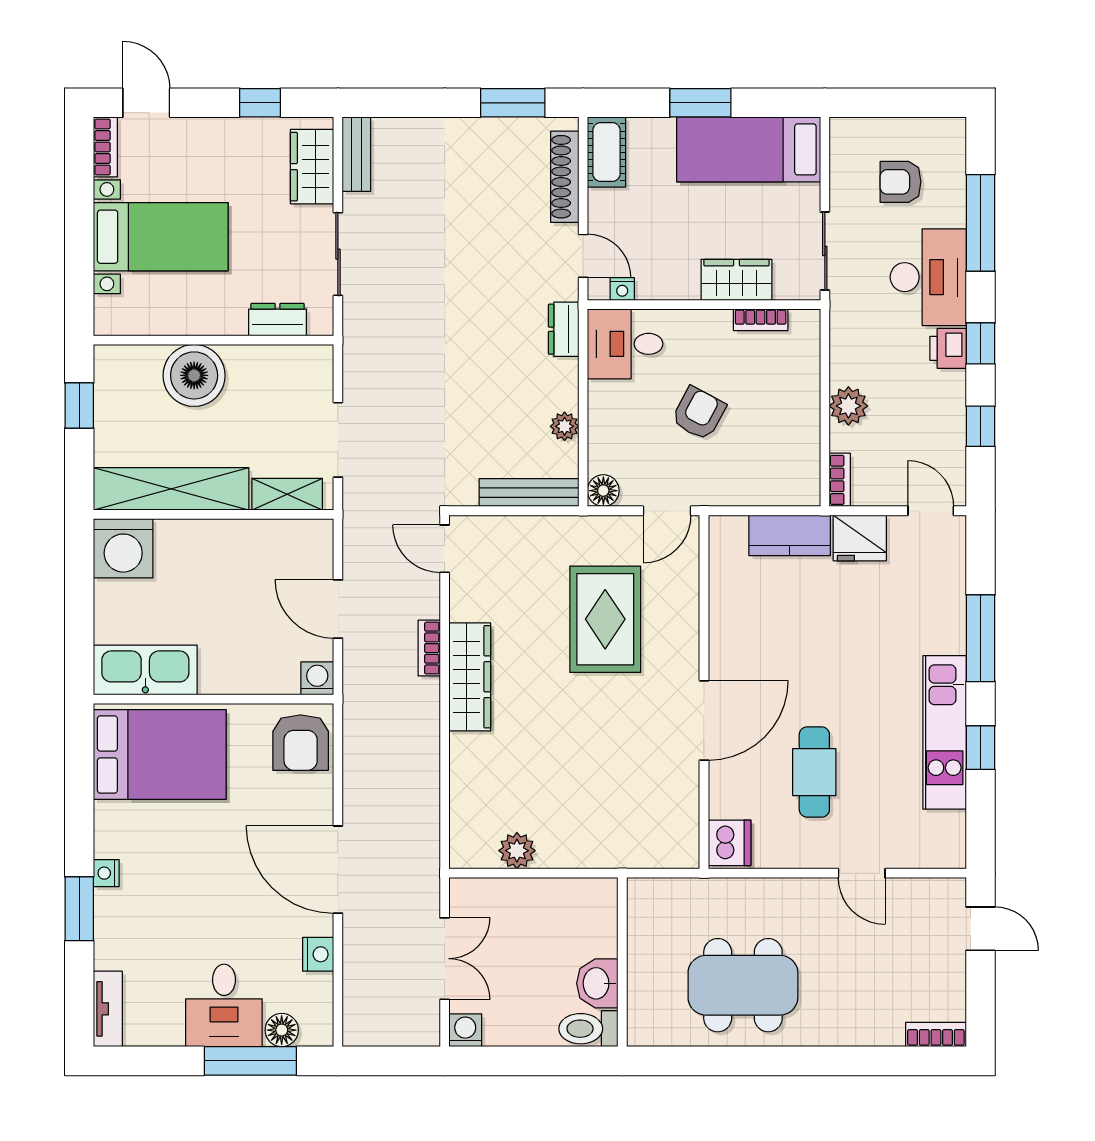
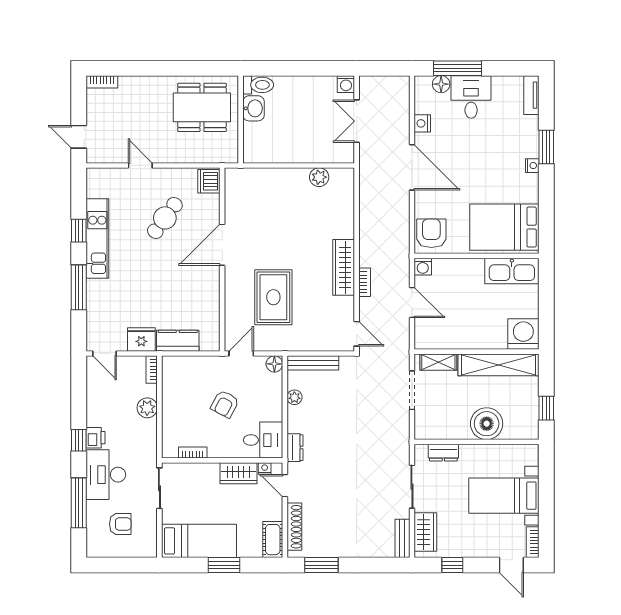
wardrobe: (736, 280) -> (238, 473), moved
window: (980, 426) -> (79, 397), removed
cafe table: (814, 772) -> (165, 218), turned 36
wall: (622, 962) -> (241, 119), moved
washbasin: (597, 983) -> (254, 108), moved
toilet: (588, 1029) -> (258, 85), moved

